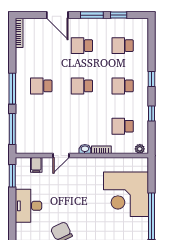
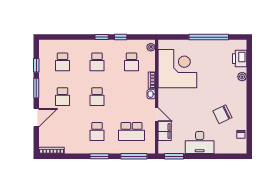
window: (152, 79) -> (102, 37), moved
window: (12, 89) -> (99, 156), width x0.69
school desk: (41, 126) -> (132, 131), added
filing cabinet: (36, 165) -> (165, 131), width x2.00
corner desk: (126, 194) -> (177, 69), moved, turned -90

